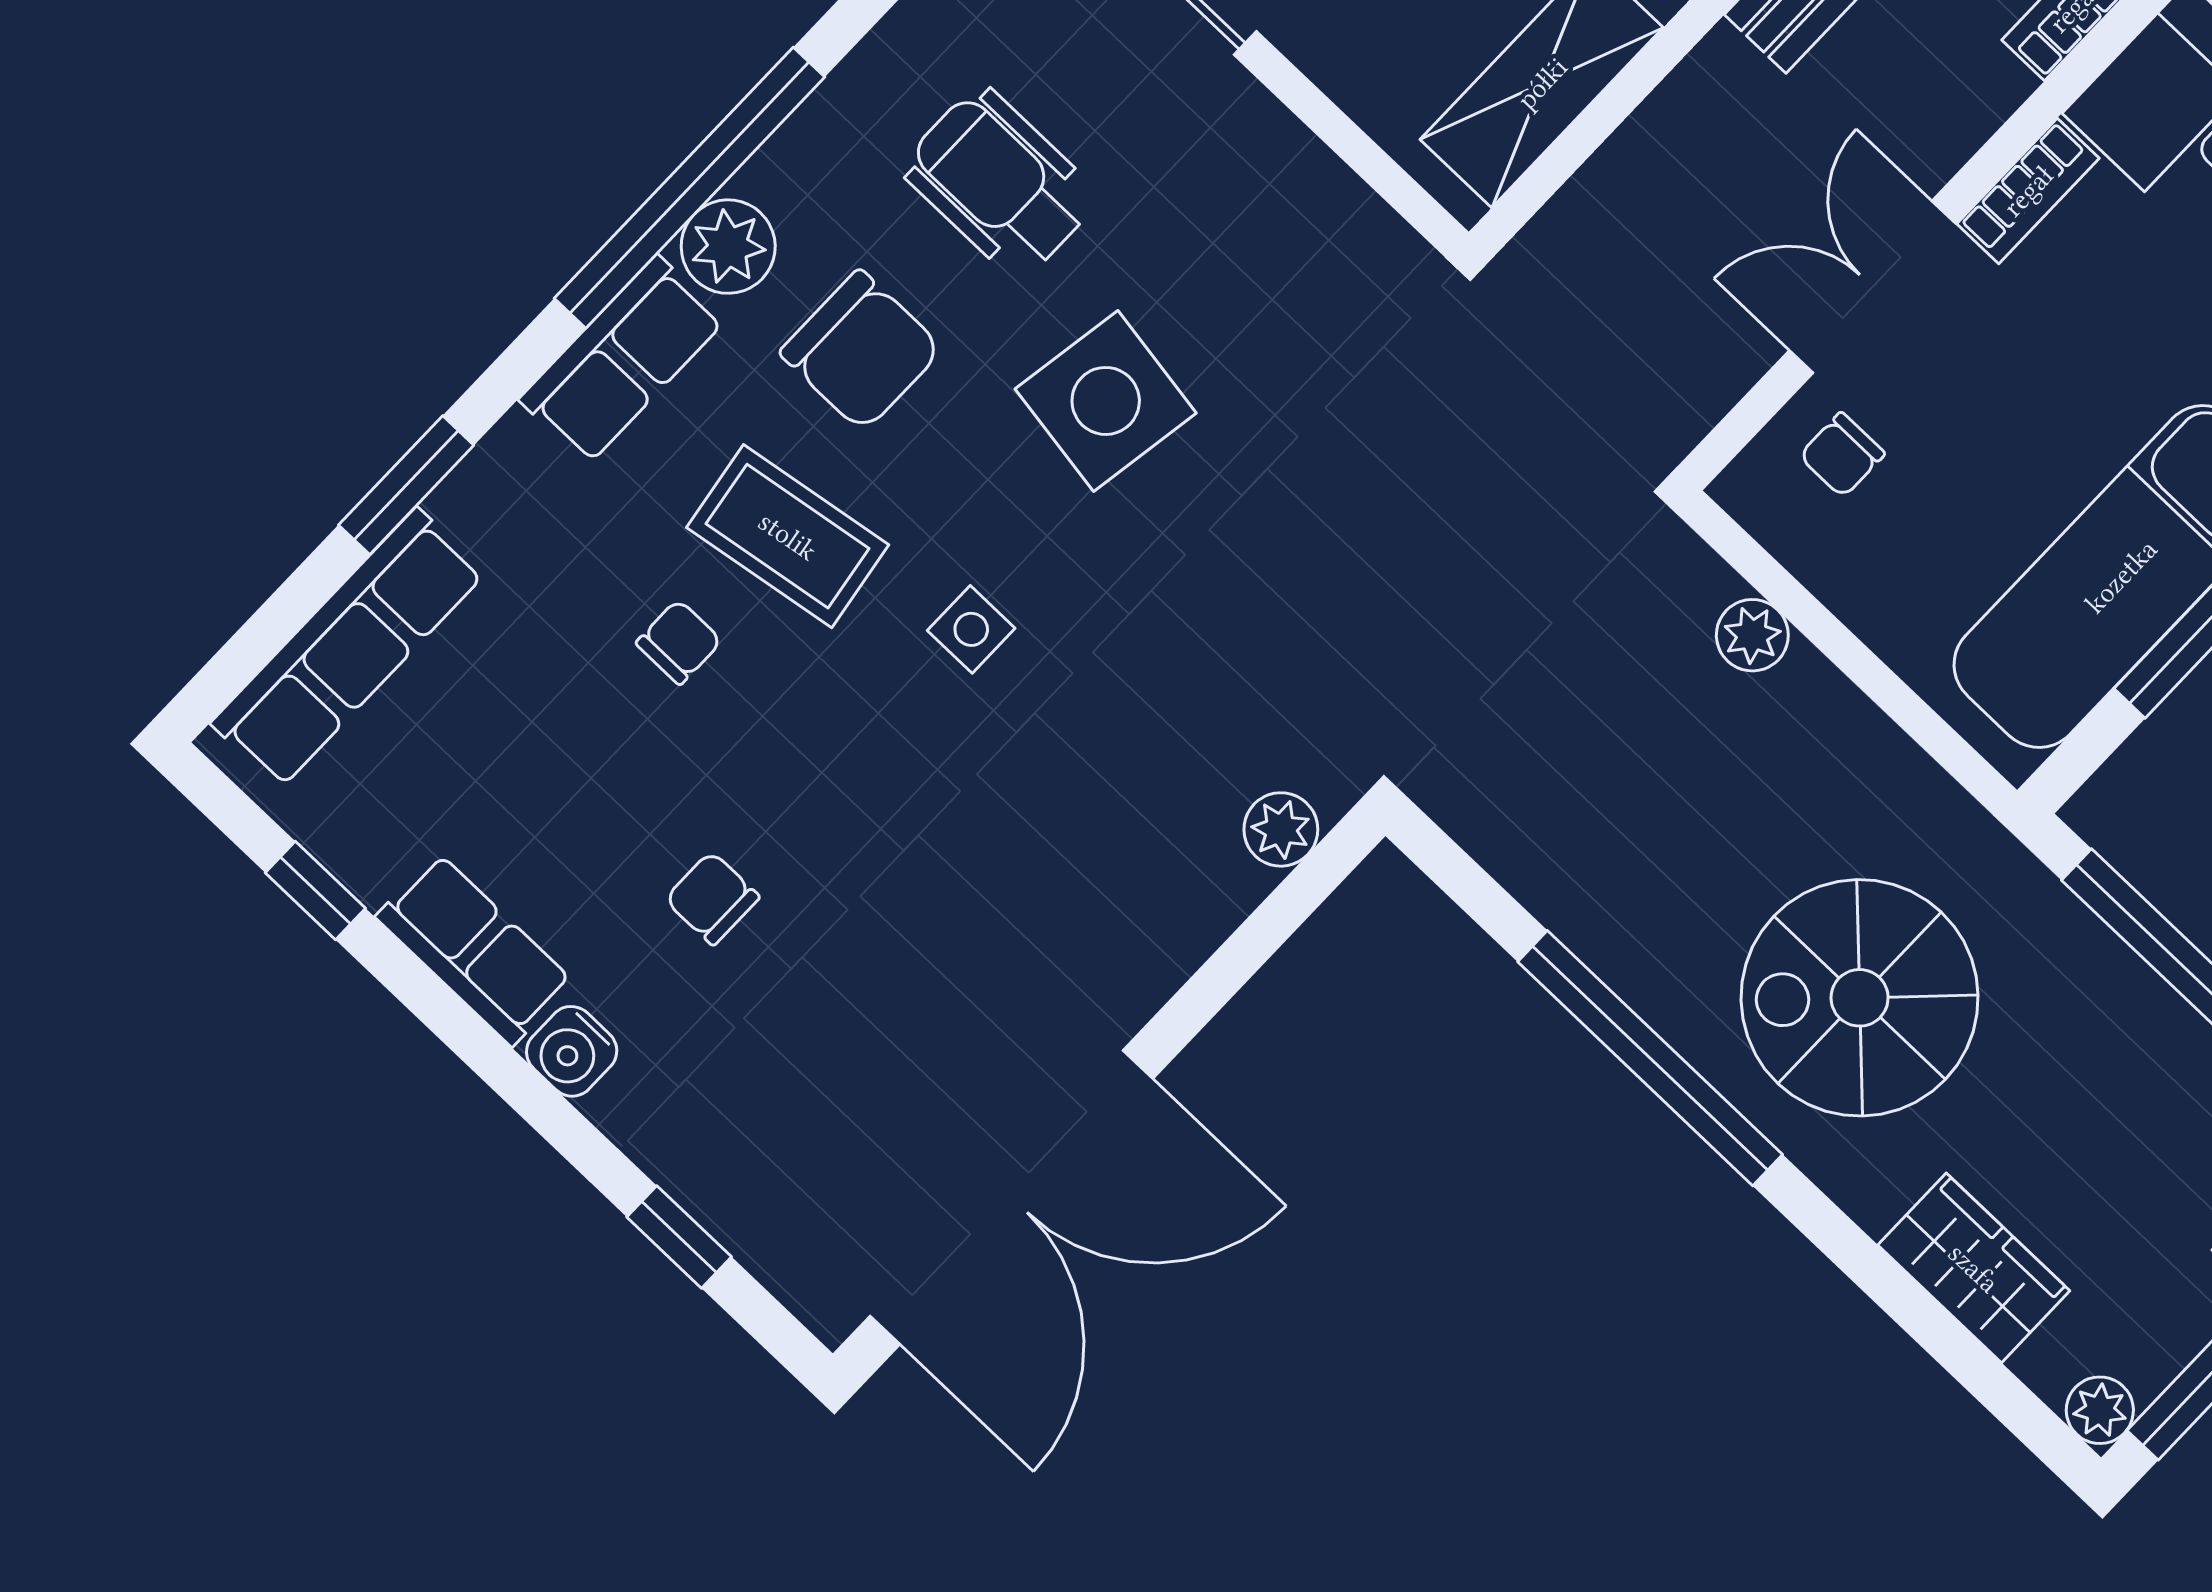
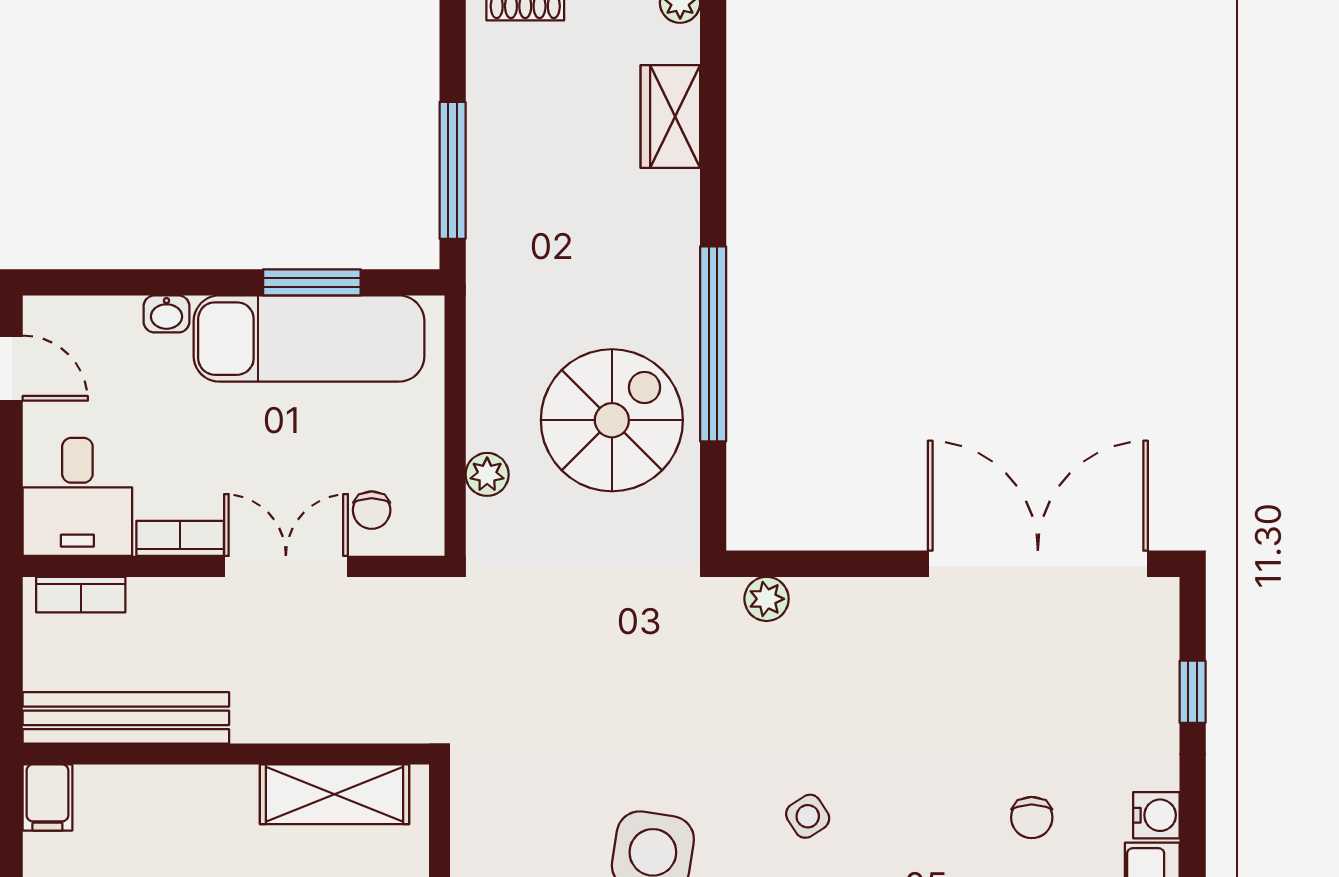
double door: (1873, 287) -> (286, 566), swing flipped
chair: (1842, 455) -> (372, 510), turned 90
side table: (971, 629) -> (808, 816), turned -33
spiral stairs: (1860, 998) -> (612, 420), moved, turned -90

